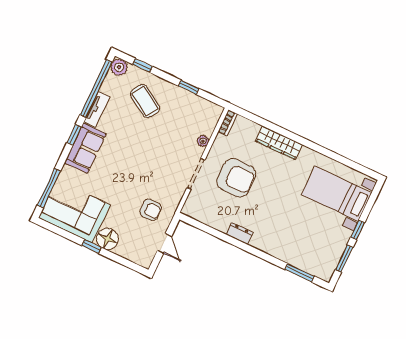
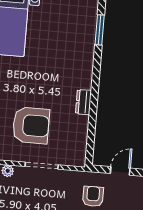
armchair: (236, 178) -> (31, 125), turned 90

